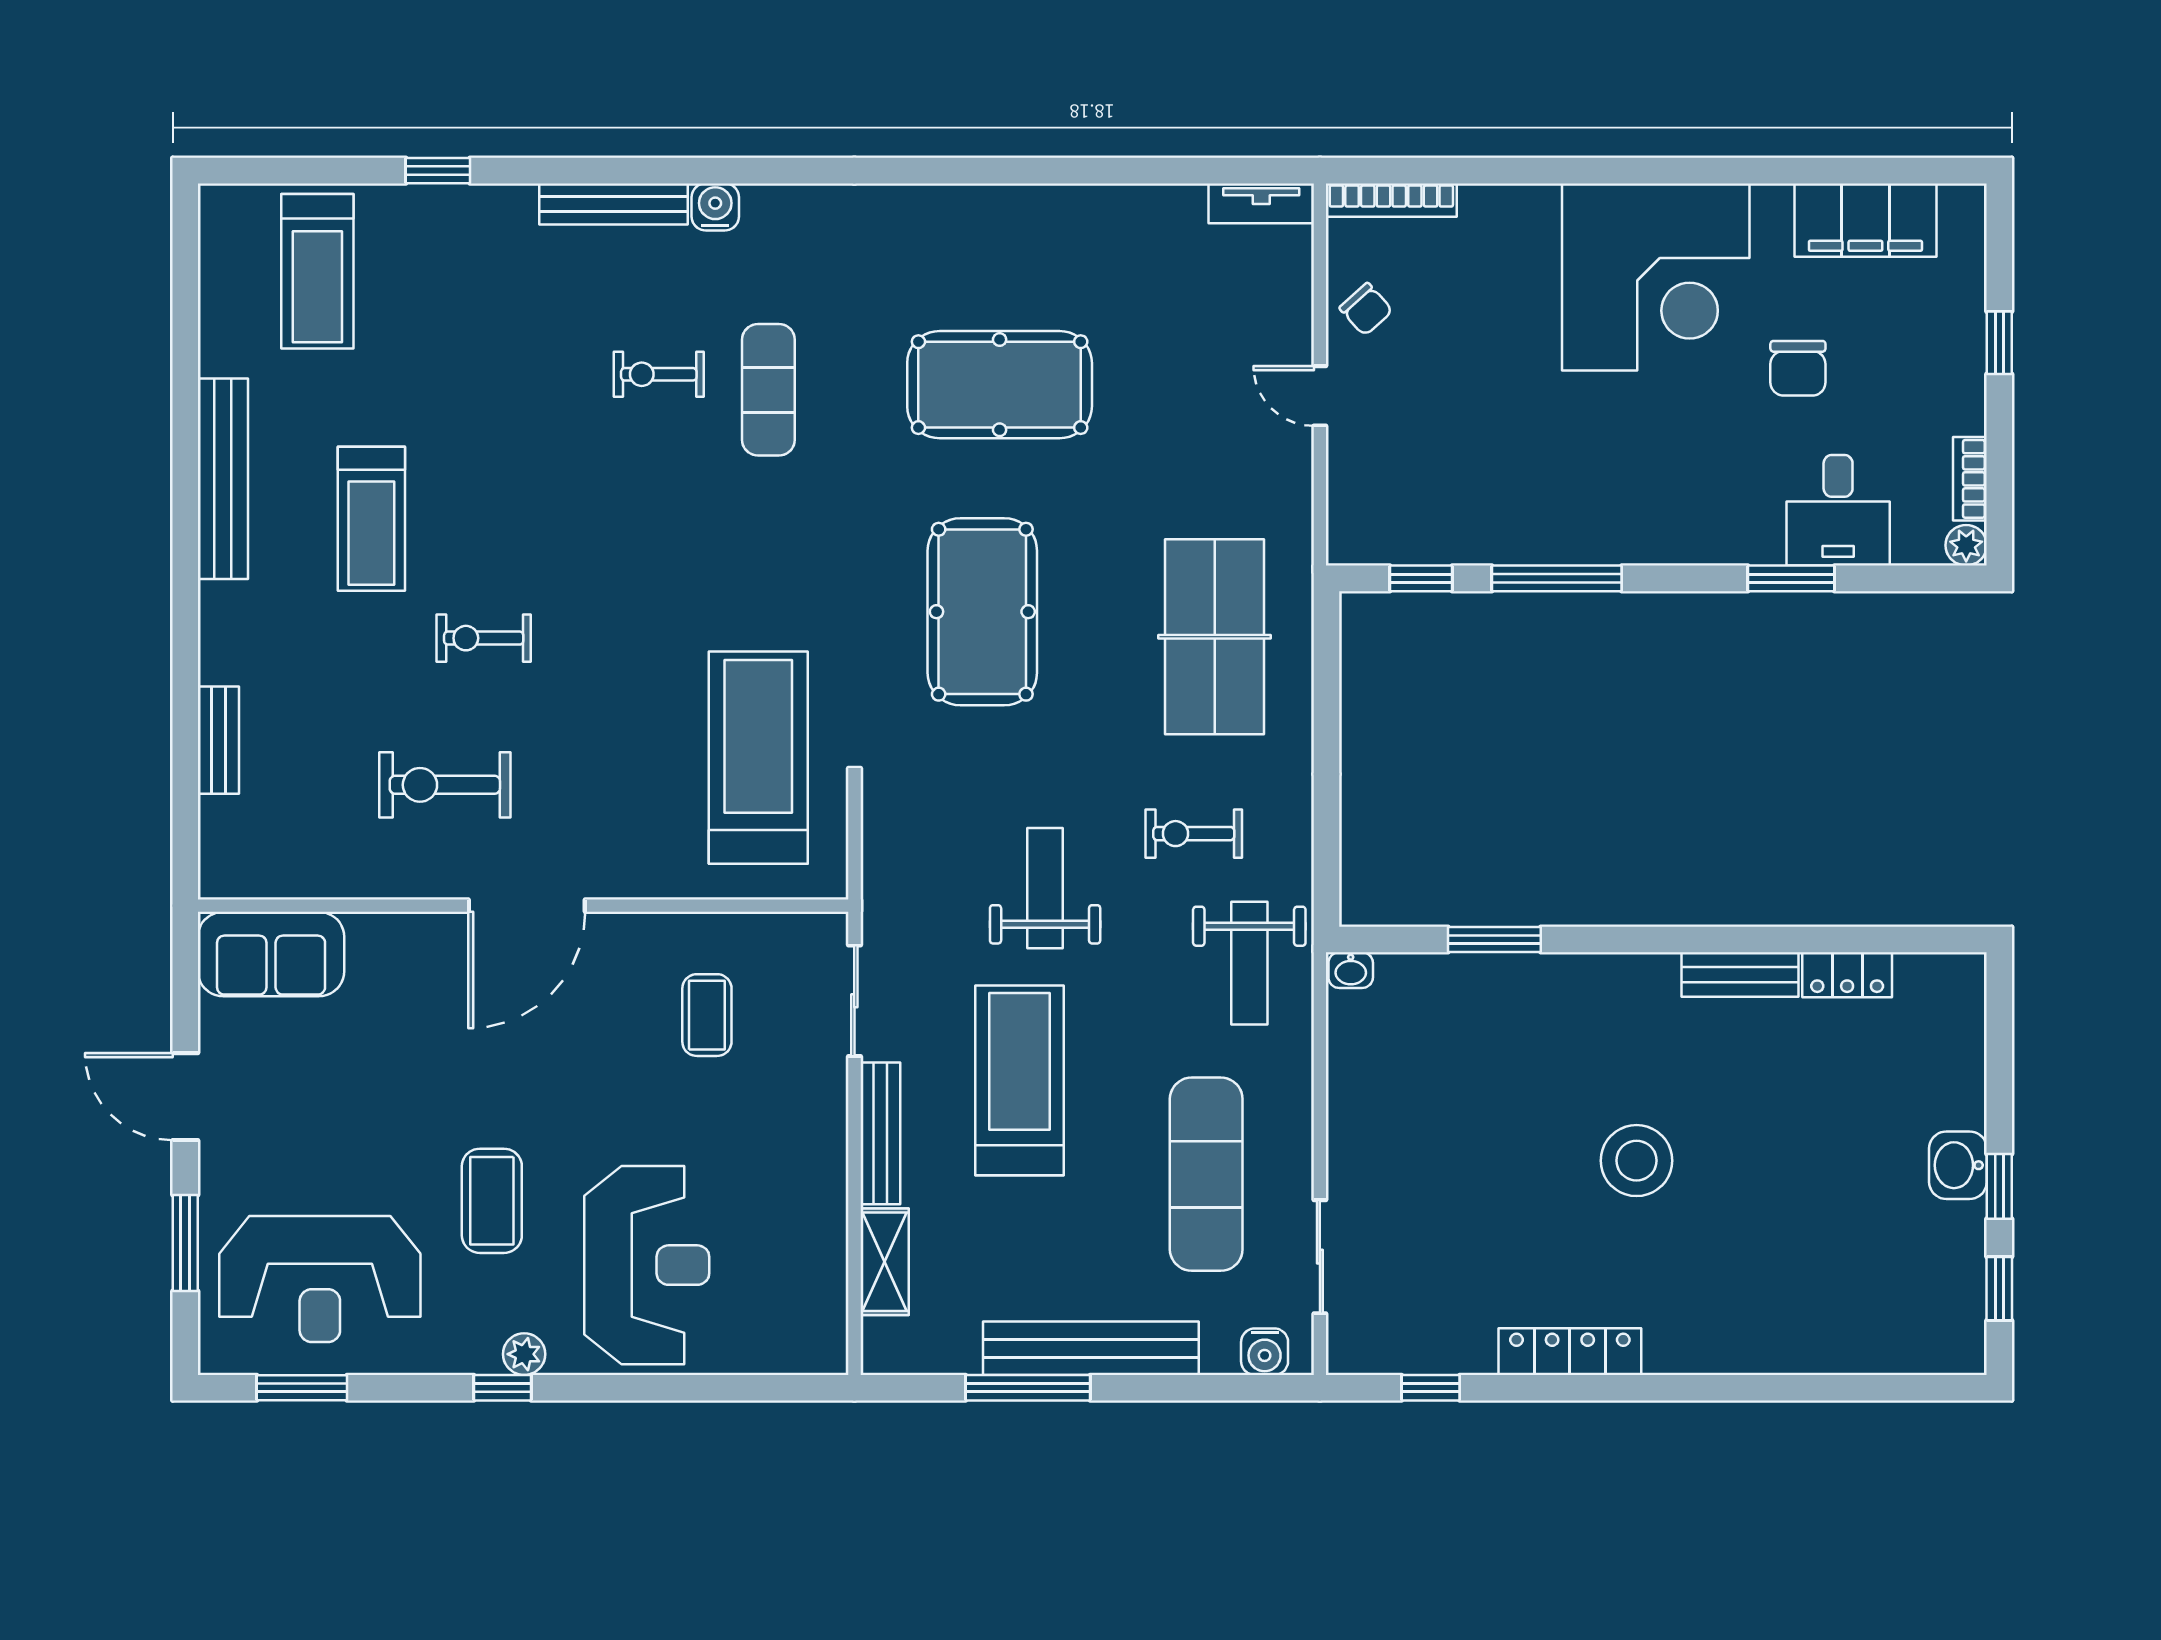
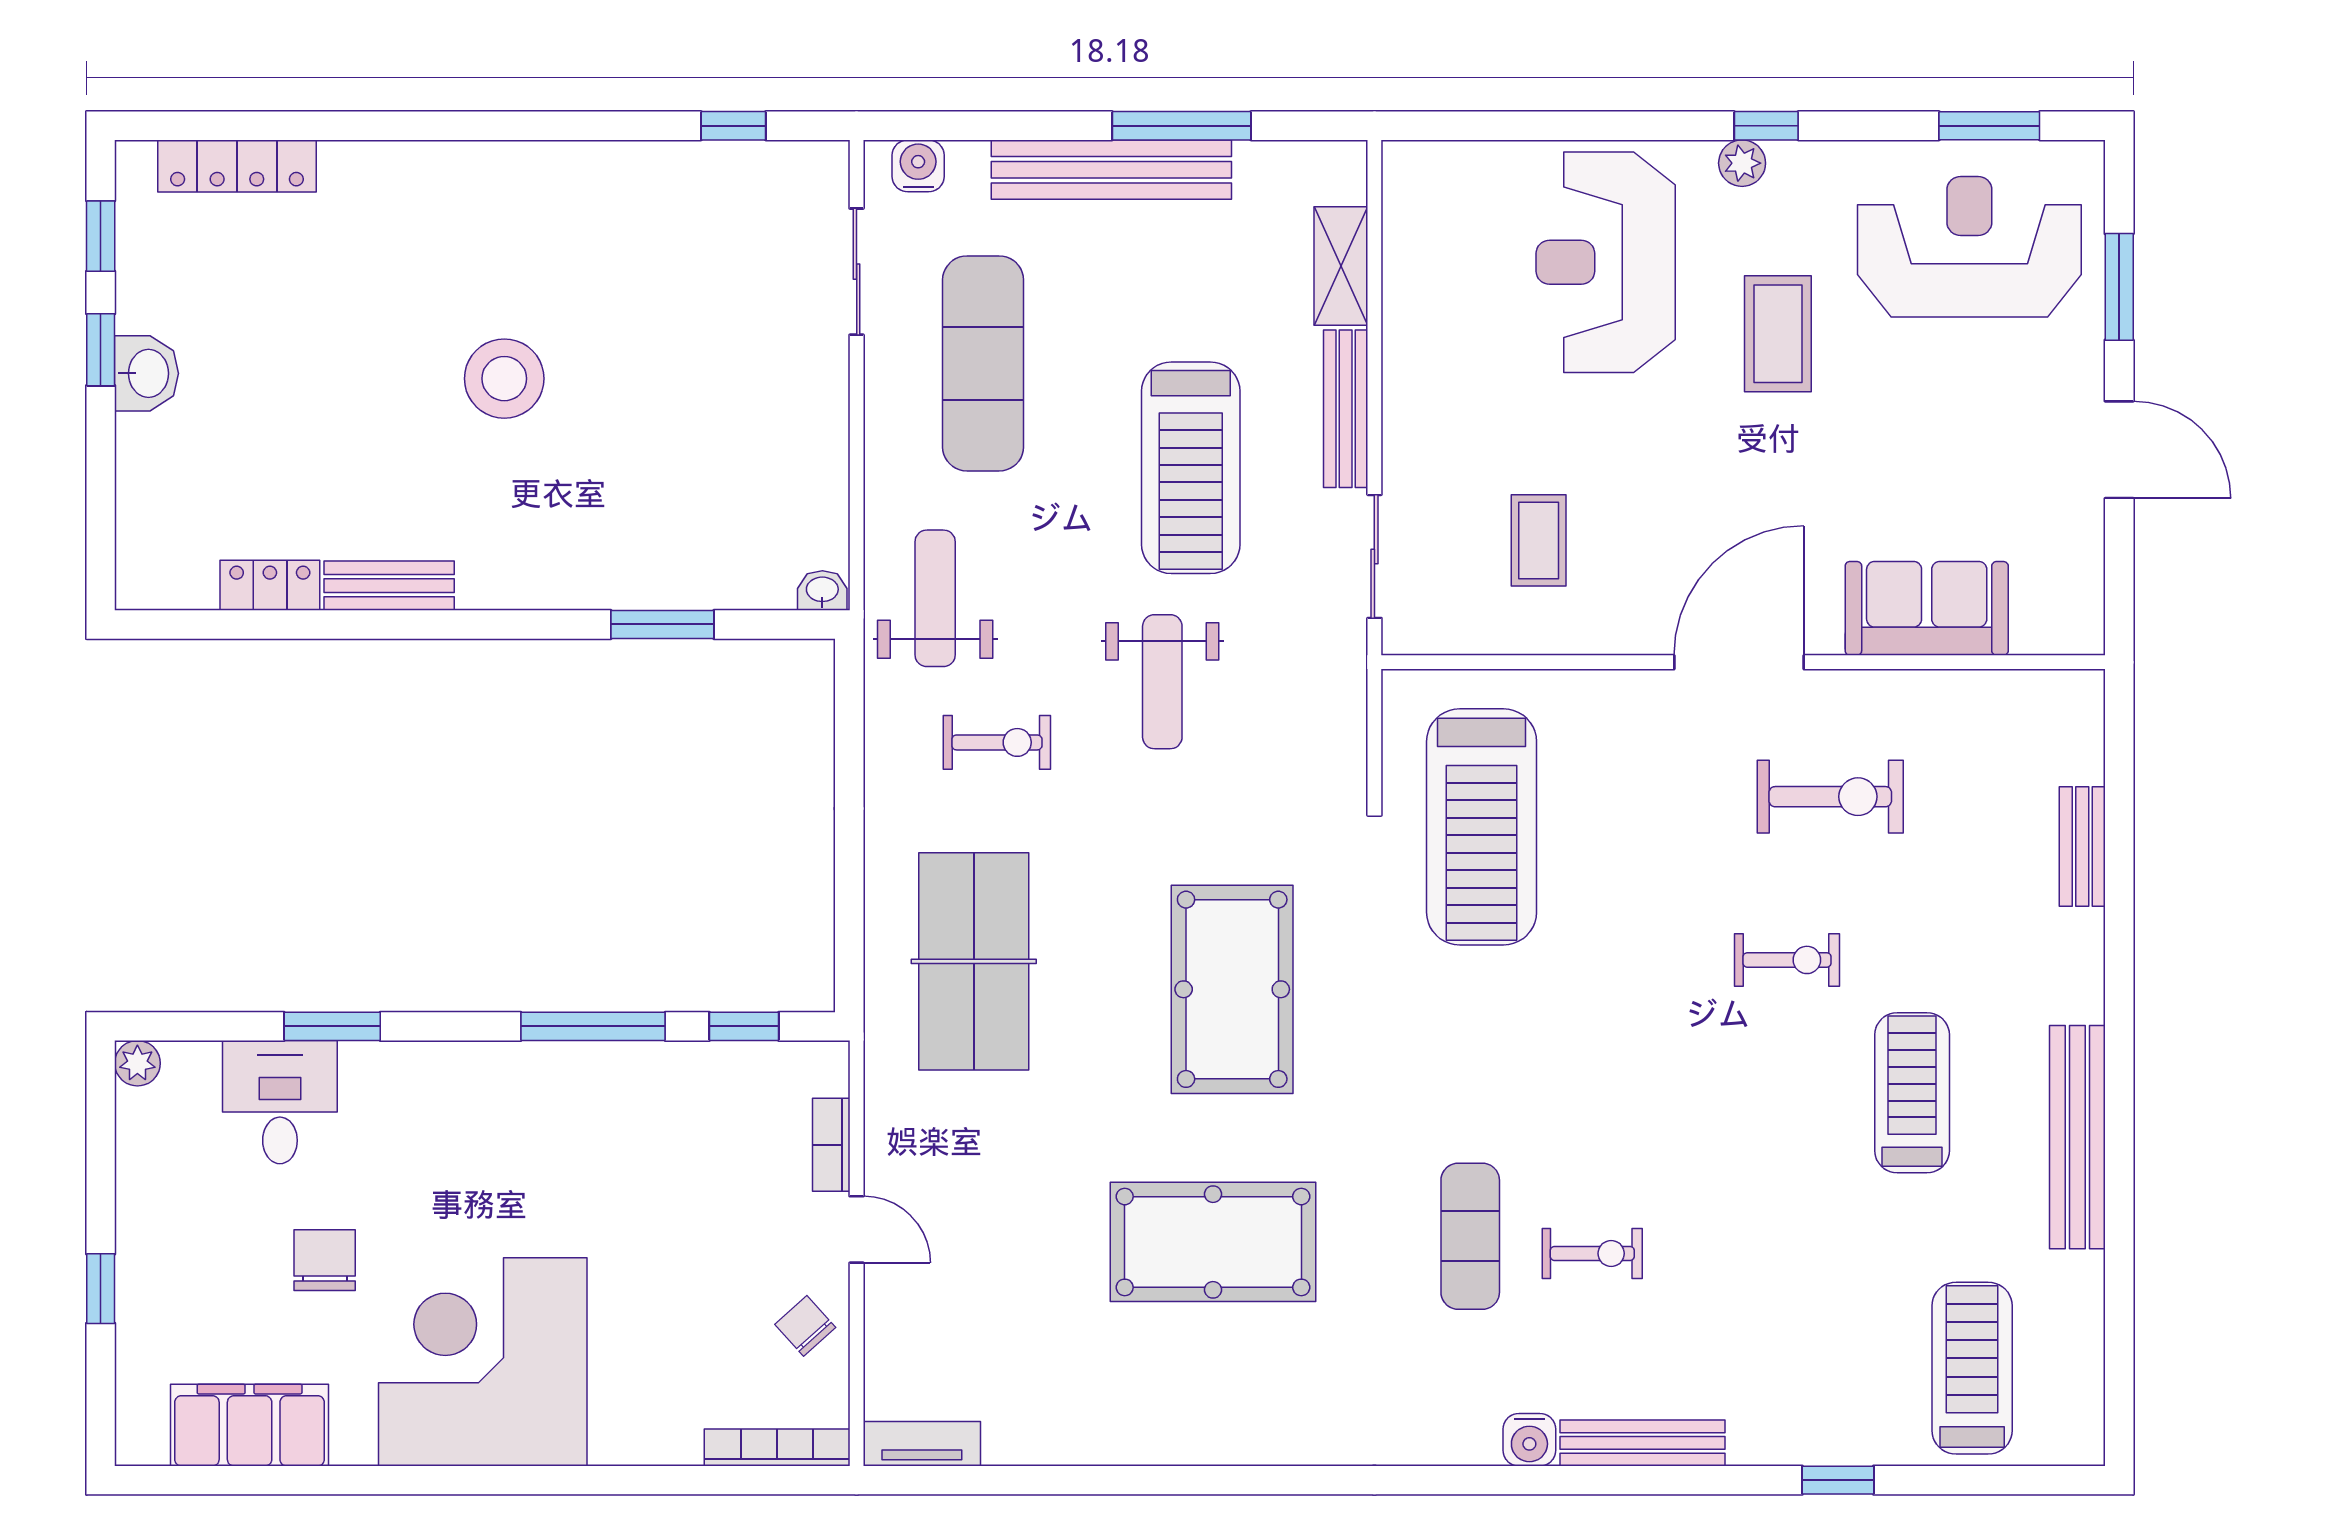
bookcase: (1970, 479) -> (831, 1145), moved, turned 180
sofa: (271, 954) -> (1927, 608), moved
locker: (1570, 1352) -> (237, 166), moved

